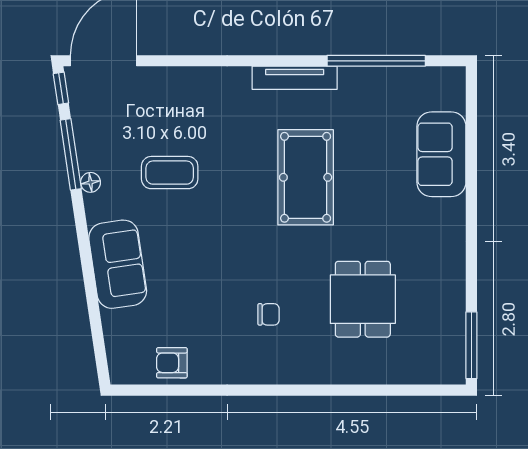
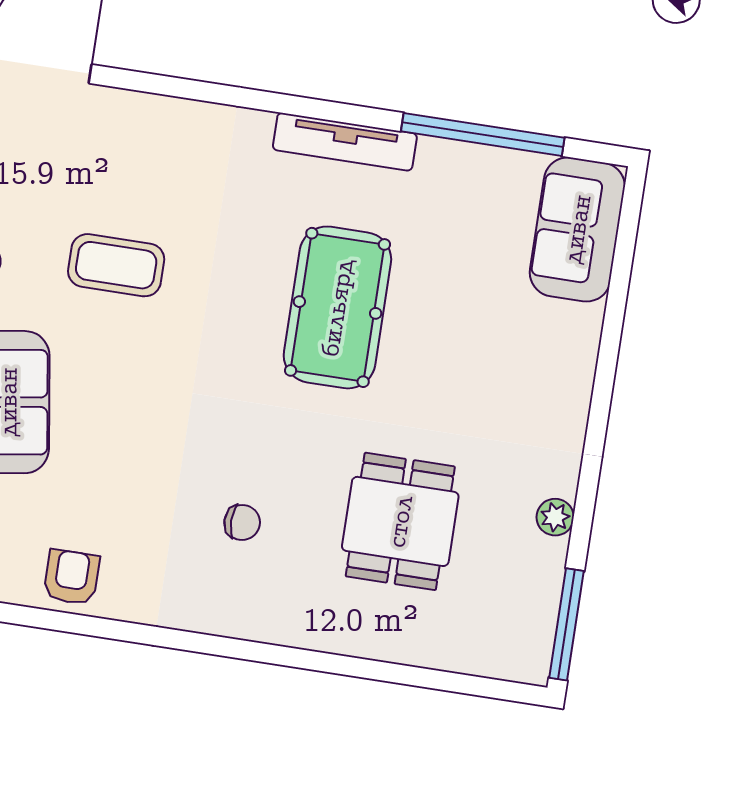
sofa: (441, 154) -> (577, 229), moved
plant: (455, 282) -> (555, 517), added
armchair: (172, 363) -> (72, 577), turned 90

